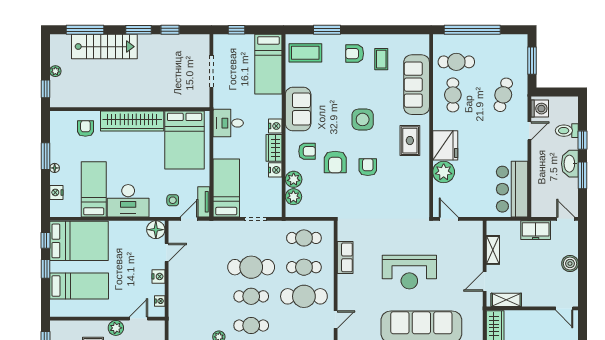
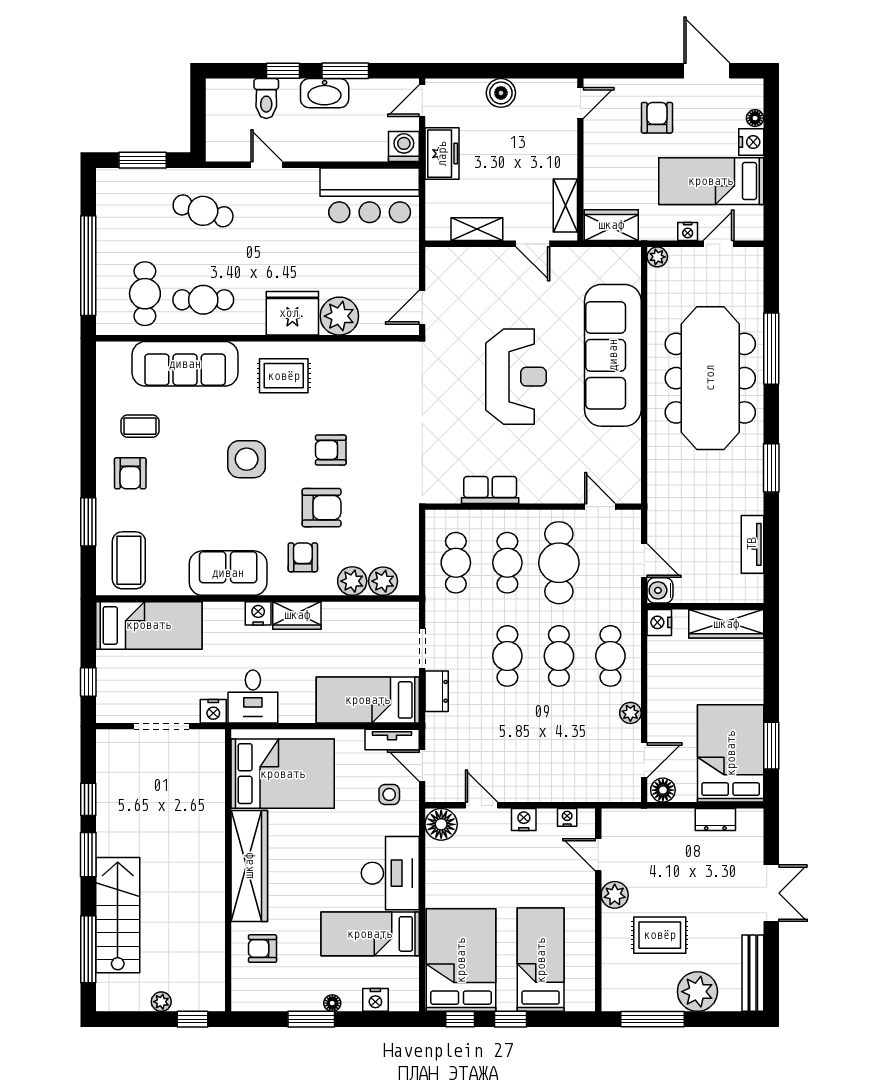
washing machine: (540, 109) -> (404, 146), moved
nightstand: (275, 170) -> (213, 711), moved, turned 180
dresser: (231, 227) -> (437, 691), added
cafe table: (251, 267) -> (507, 656), width x0.73, depth x0.74

